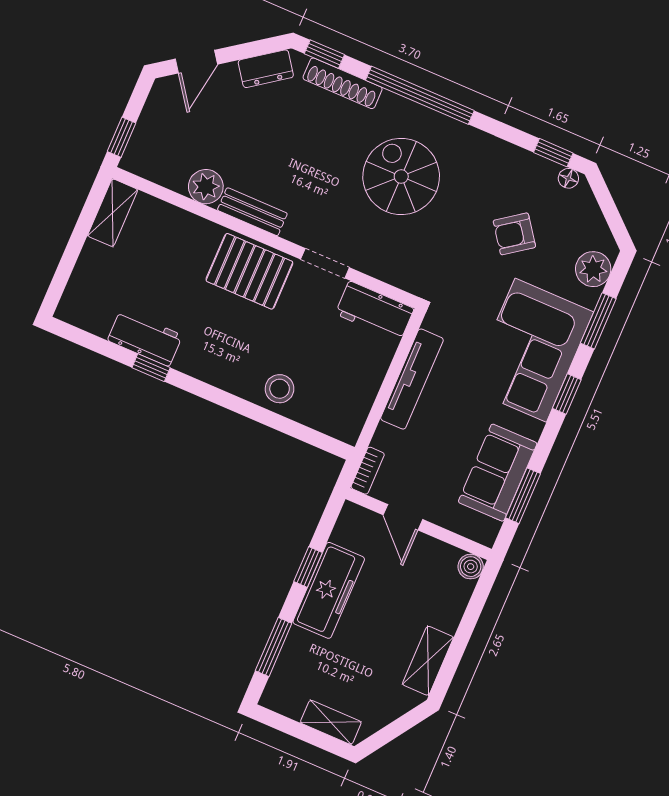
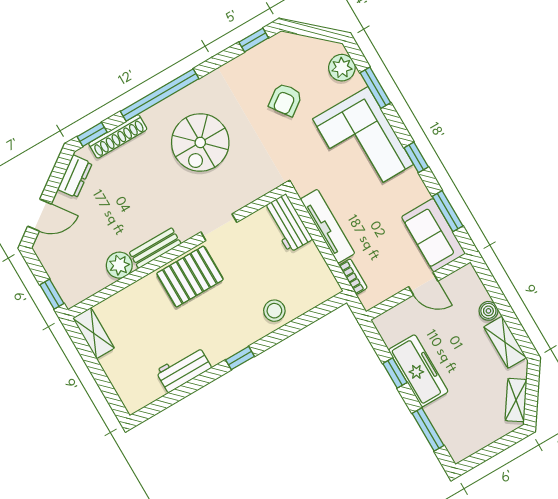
door: (196, 62) -> (39, 215), hinge flipped
spiral stairs: (401, 176) -> (200, 142), turned -90
floor lamp: (568, 178) -> (276, 42), removed
workbench: (375, 311) -> (288, 223), moved, turned 90
window: (151, 368) -> (240, 358), moved
window: (567, 394) -> (416, 157), moved
bookcase: (368, 471) -> (353, 277), moved
sofa: (498, 473) -> (433, 235), moved
door: (403, 517) -> (423, 284), moved
boiler: (471, 567) -> (488, 311), moved
shelving: (331, 722) -> (516, 400), moved, turned -56

